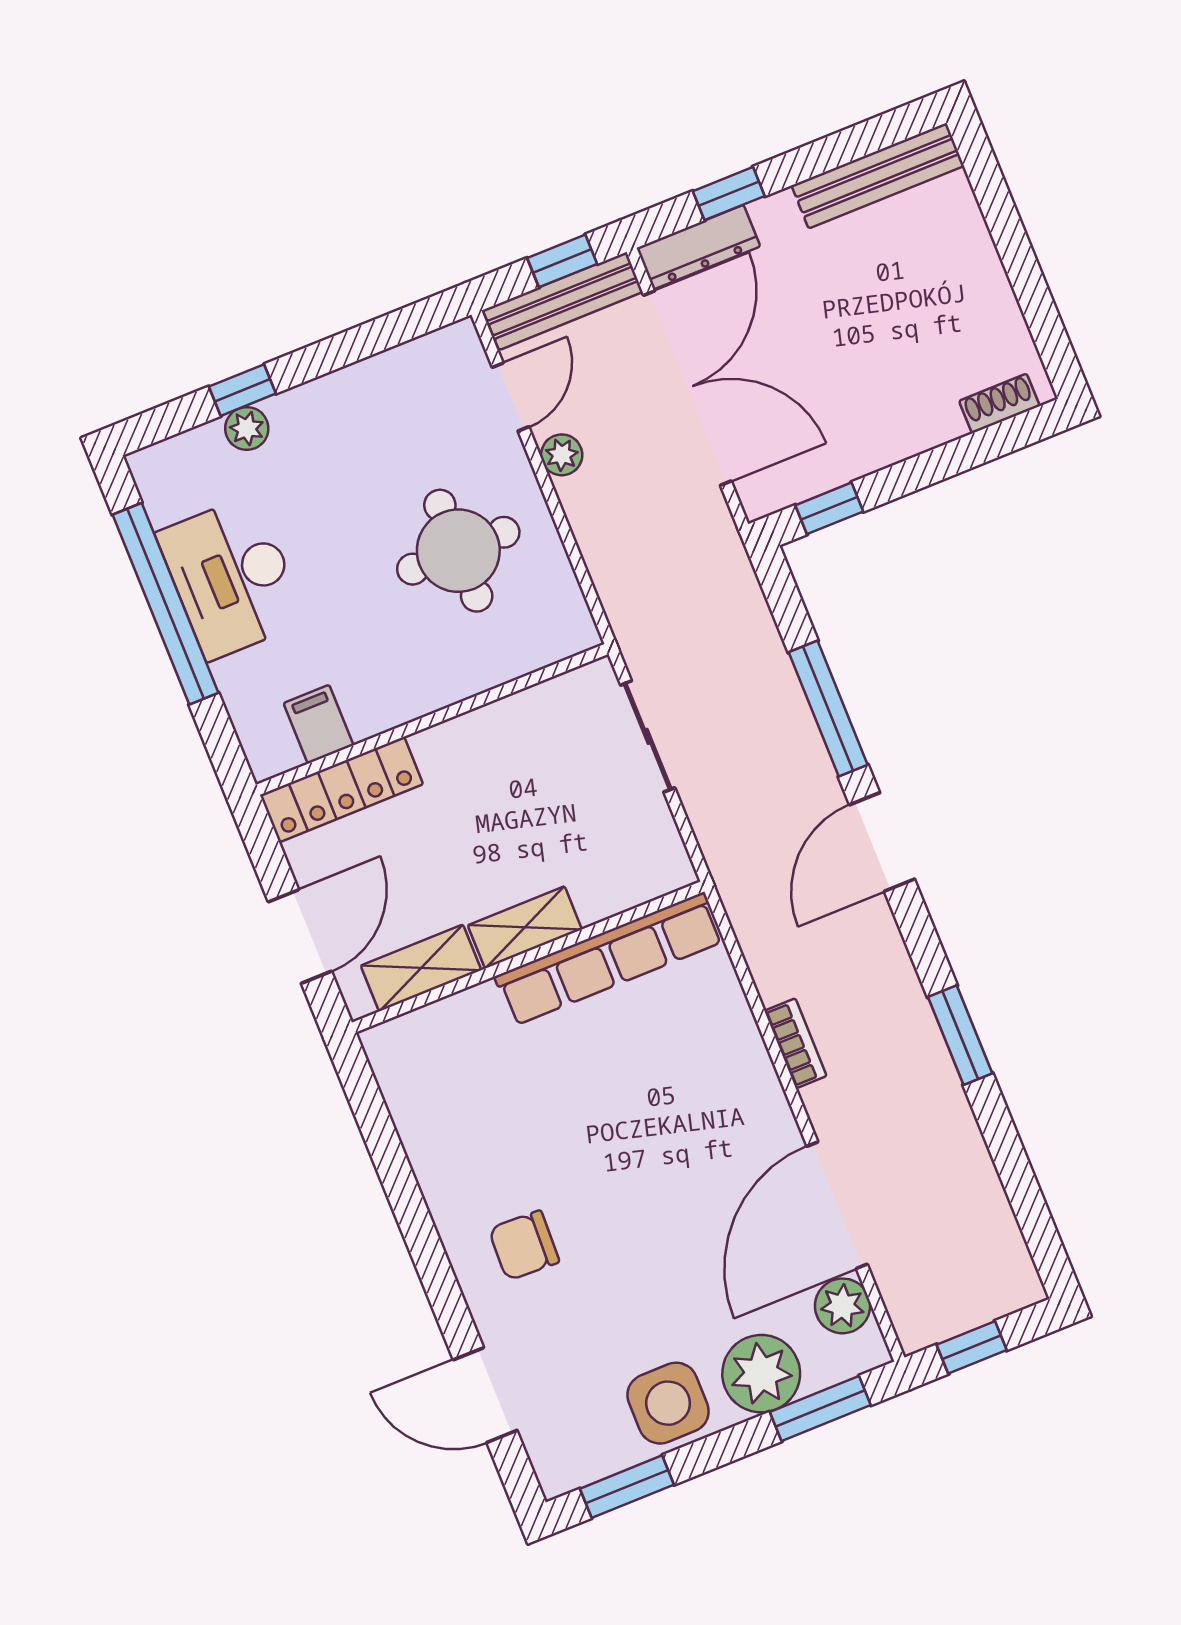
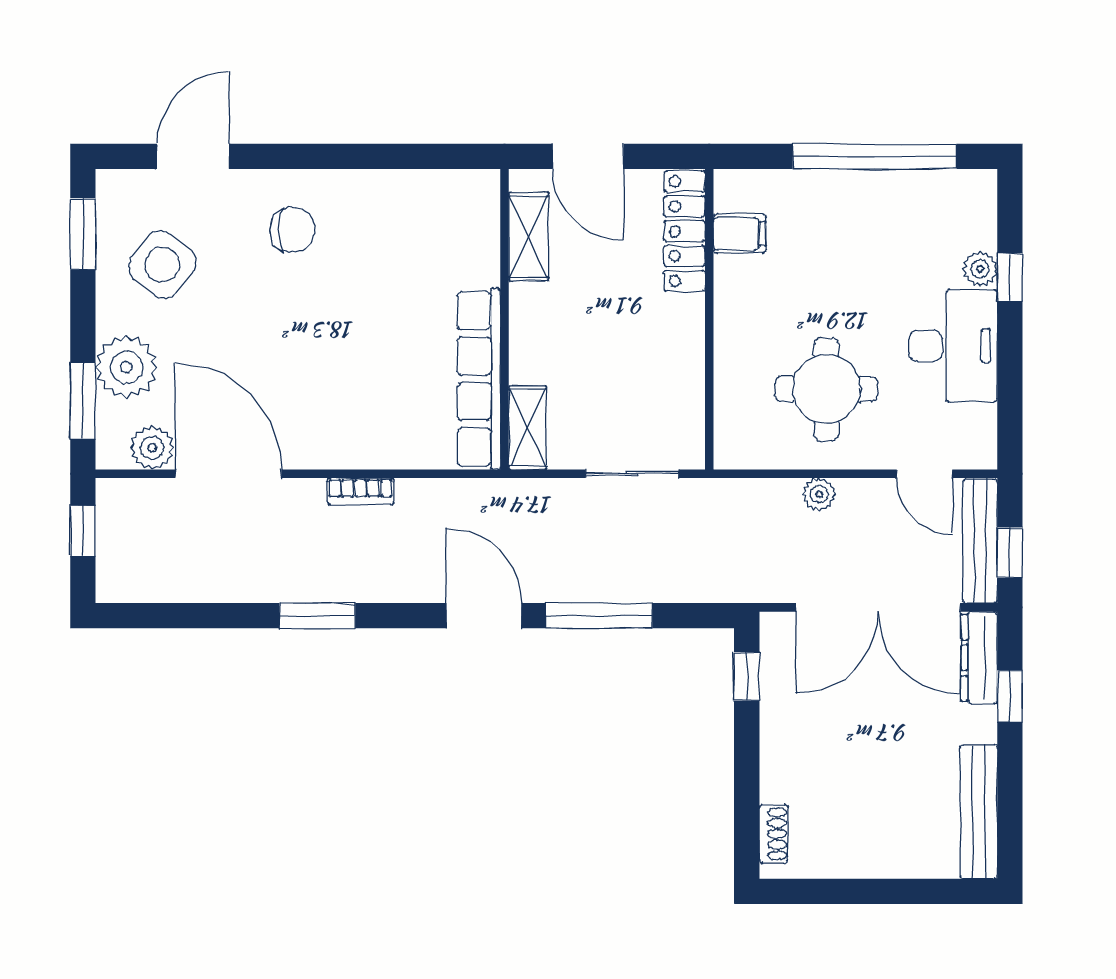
plant: (562, 455) -> (819, 494), moved
desk: (231, 577) -> (953, 346), moved, turned 90
shelving: (525, 927) -> (528, 428), moved
chair: (524, 1245) -> (292, 230), turned 88
side table: (668, 1403) -> (162, 265), moved, turned 38

